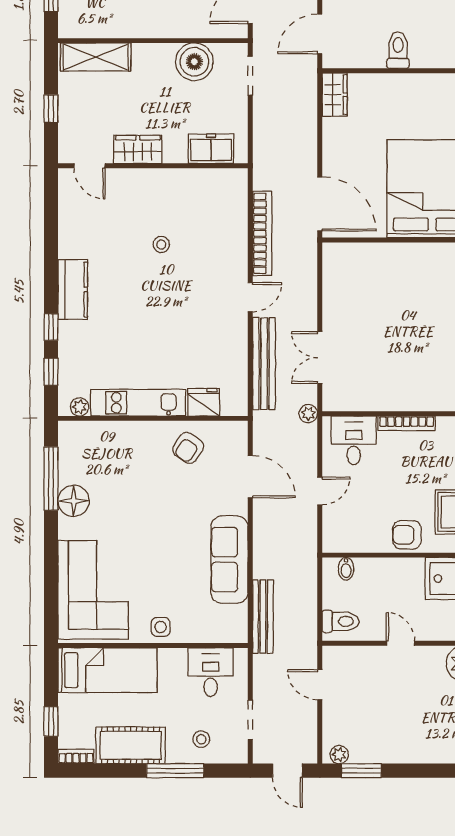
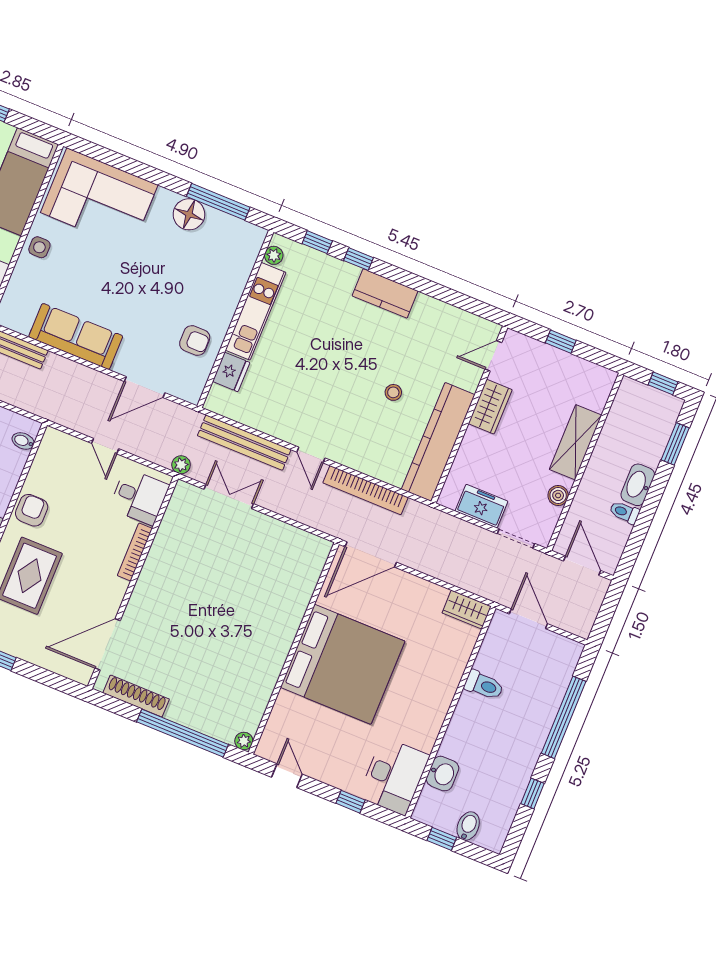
shelving: (96, 57) -> (576, 442), moved
boiler: (194, 62) -> (558, 495), width x0.54, depth x0.54
freezer: (211, 149) -> (481, 506), moved, turned -90
kitchen counter: (190, 184) -> (438, 442), added
armchair: (188, 448) -> (195, 341), turned 145

